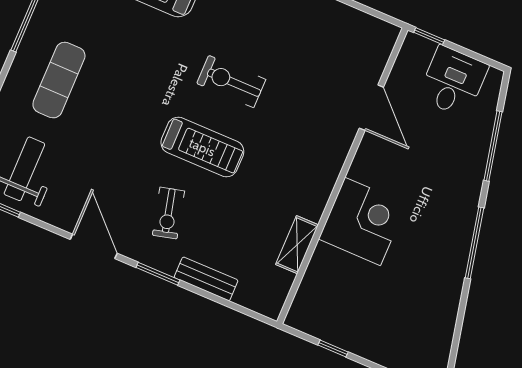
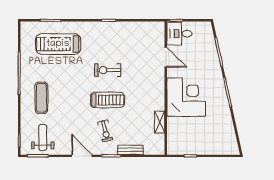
desk: (453, 81) -> (179, 34), moved, turned -90
corner desk: (363, 221) -> (186, 97), width x1.36, depth x1.36

